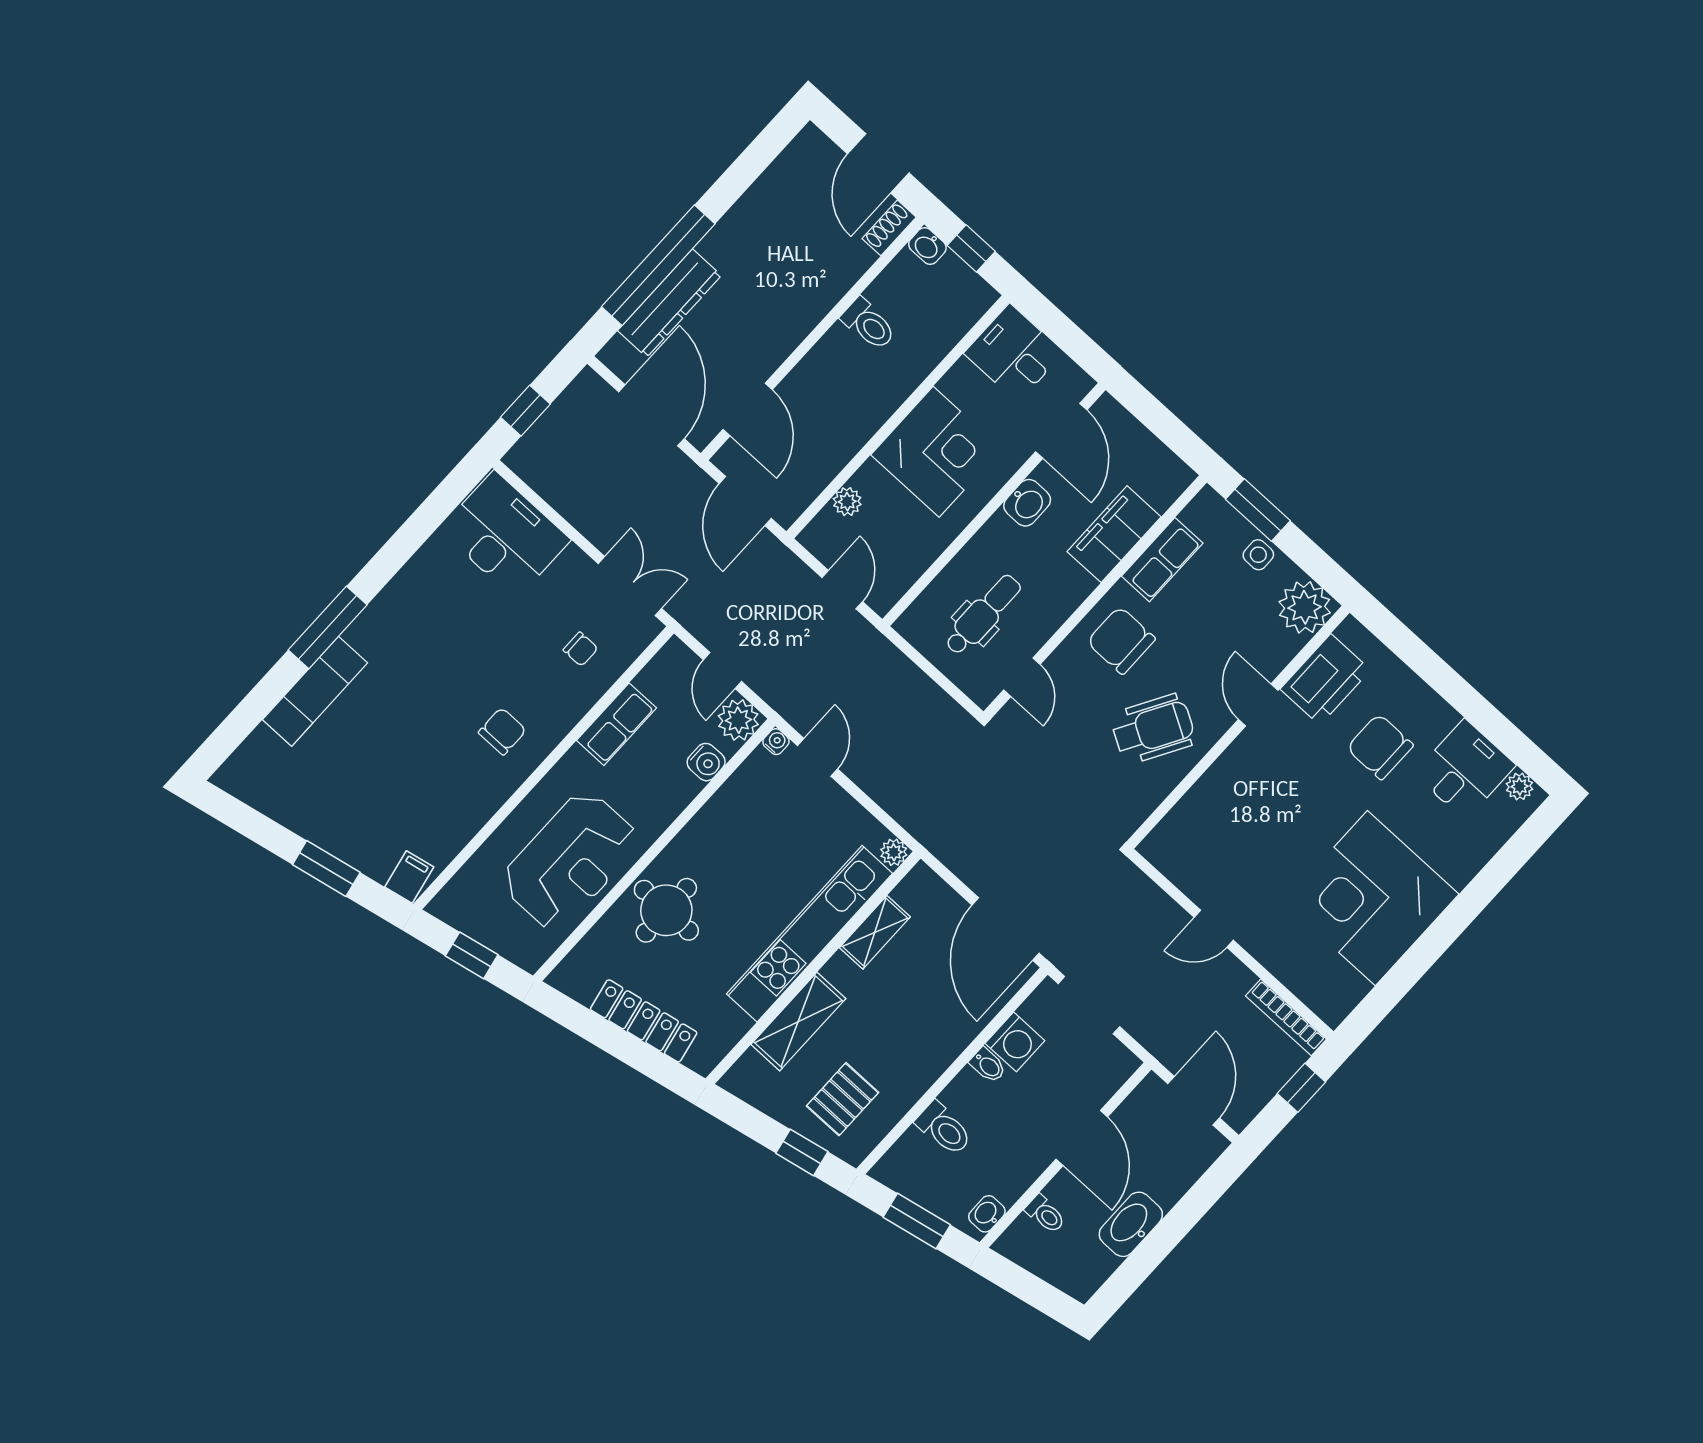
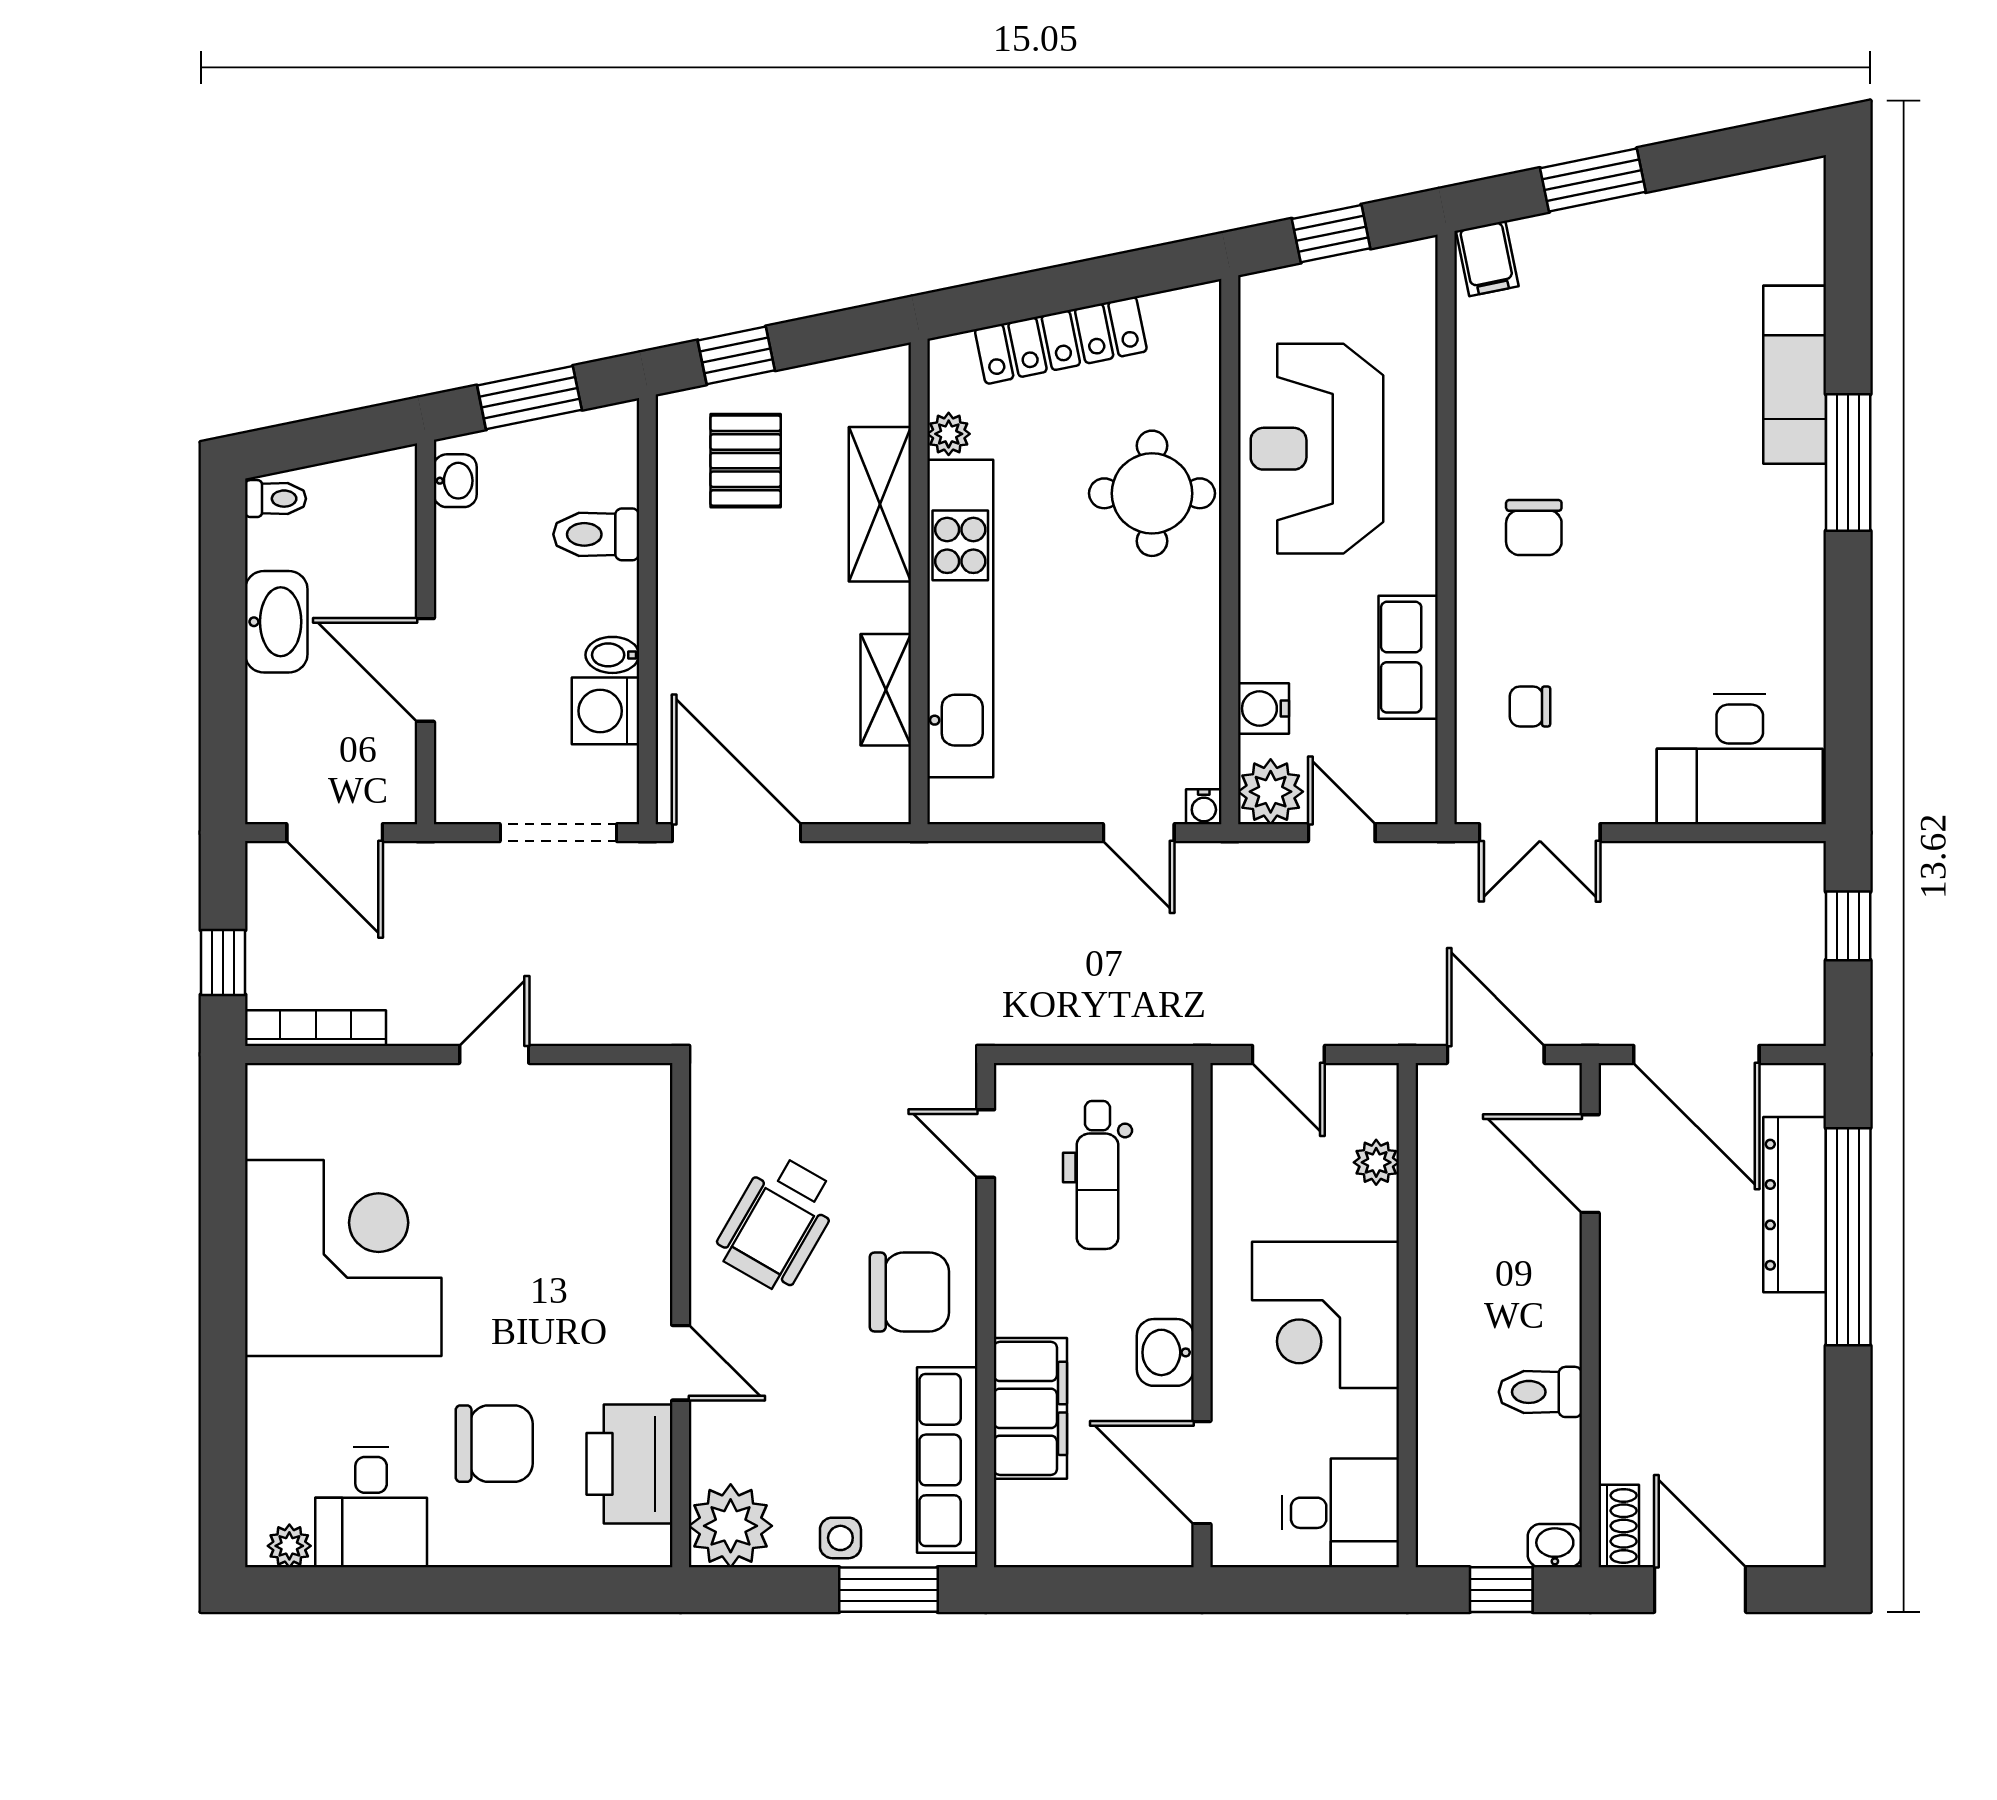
row of seats: (1162, 560) -> (947, 1460), width x1.48
plant: (894, 852) -> (949, 434), moved
toilet: (1045, 1214) -> (276, 499), moved, turned 180

